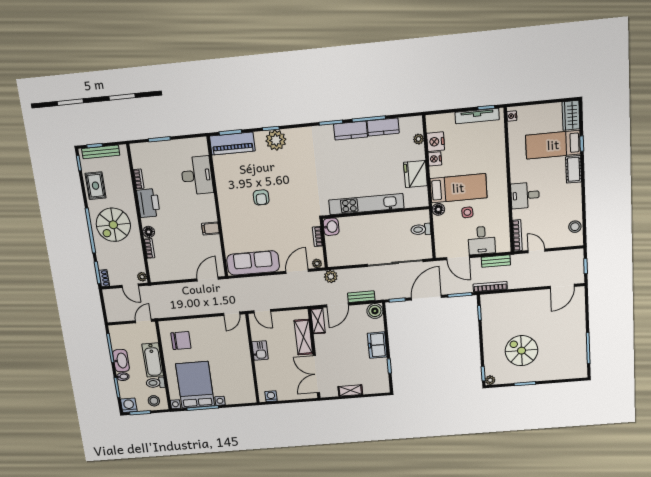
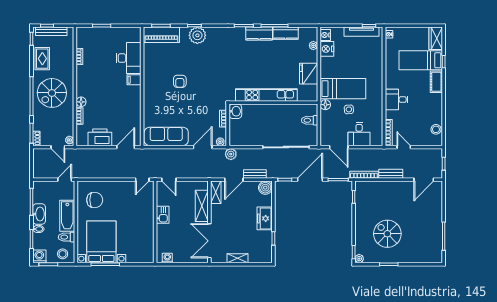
nightstand: (435, 159) -> (325, 35), moved
printer: (148, 203) -> (100, 137), moved, turned -90
filing cabinet: (210, 229) -> (134, 80), moved
bench: (496, 261) -> (391, 174), moved

